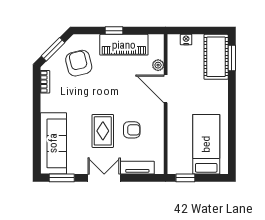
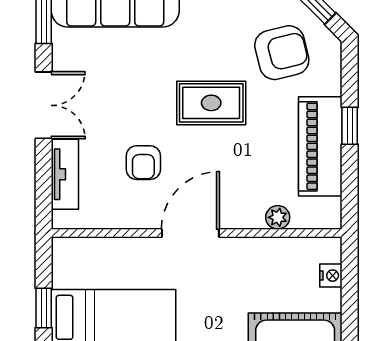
door: (166, 89) -> (190, 233), moved
rug: (103, 131) -> (211, 103), moved
window: (185, 178) -> (44, 308), moved

